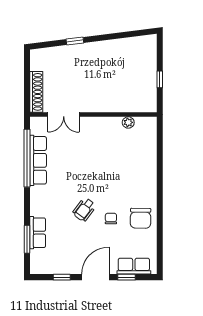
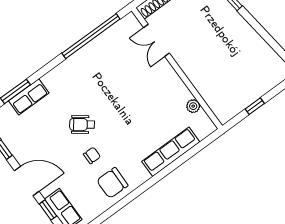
row of seats: (38, 160) -> (171, 152), moved, turned 180

